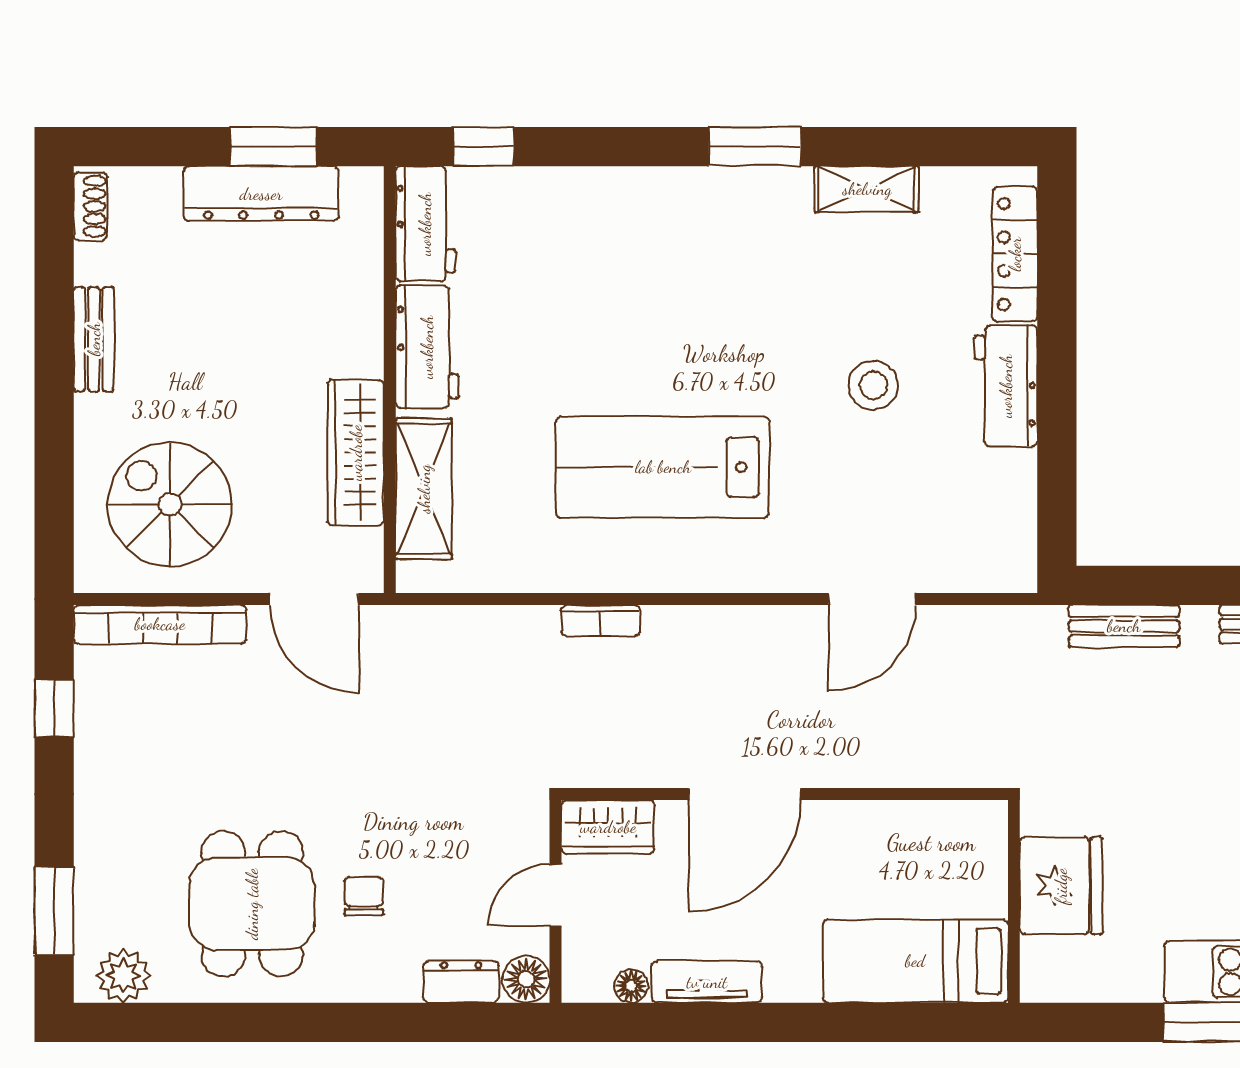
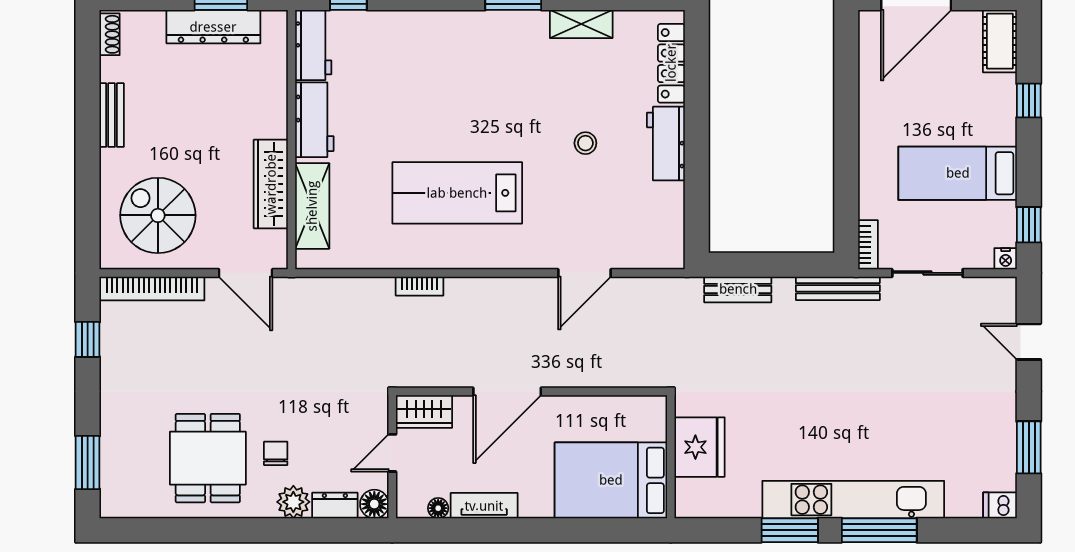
stool: (873, 385) -> (585, 143), width x0.73, depth x0.73
bed: (915, 961) -> (611, 480), width x1.50
plant: (123, 976) -> (293, 502), moved

